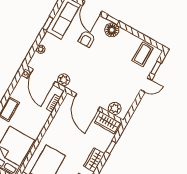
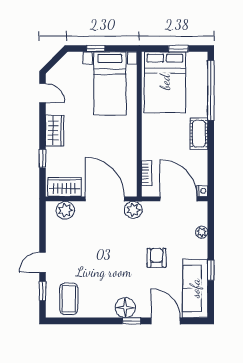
armchair: (87, 39) -> (157, 258), moved
plant: (64, 80) -> (133, 210), moved

